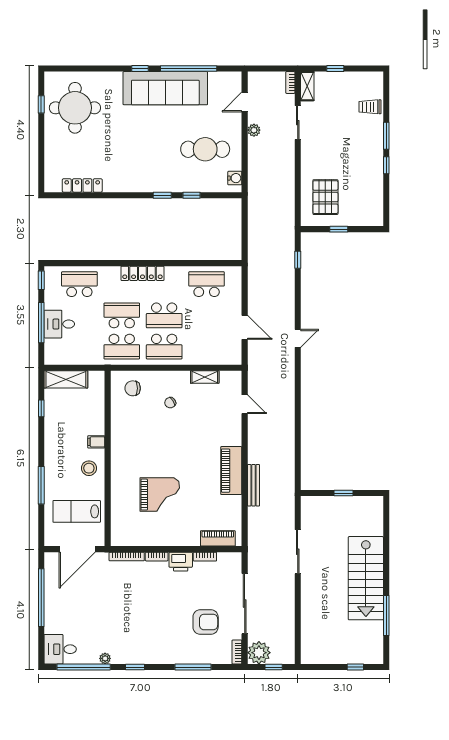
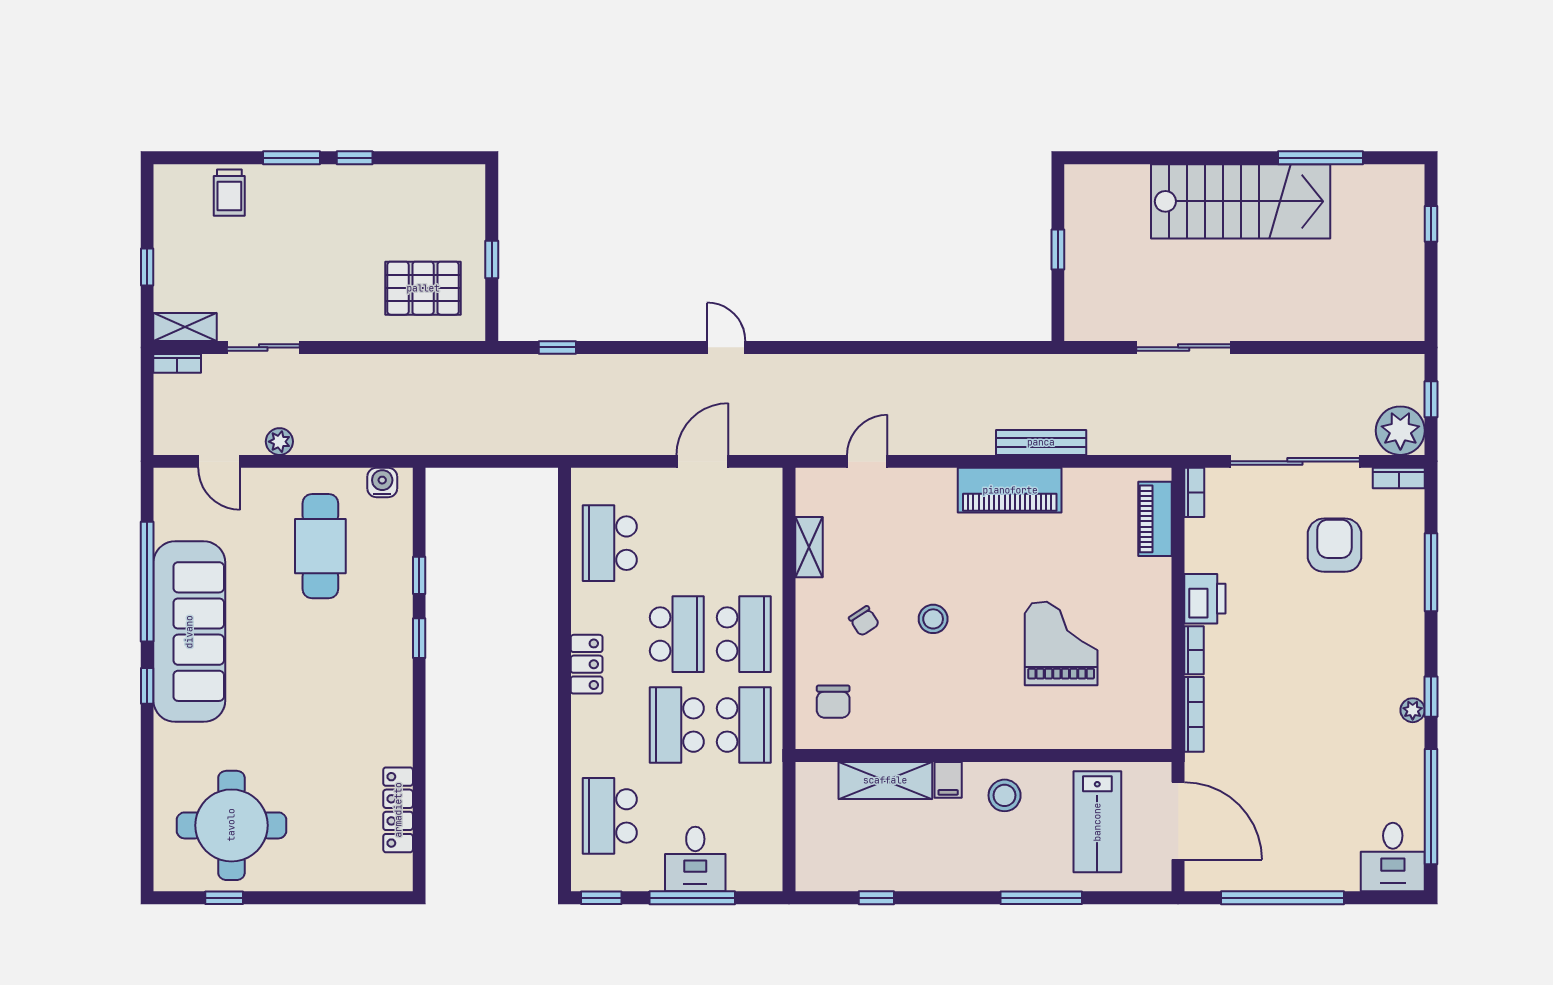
locker: (142, 273) -> (587, 664), width x0.66
shelving: (66, 379) -> (885, 780), moved, turned 90
stool: (171, 435) -> (933, 619), added
bookcase: (205, 557) -> (1194, 492), moved
plant: (105, 658) -> (1413, 710), moved

